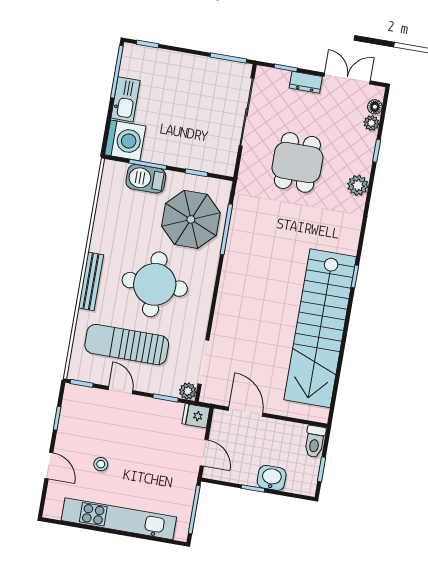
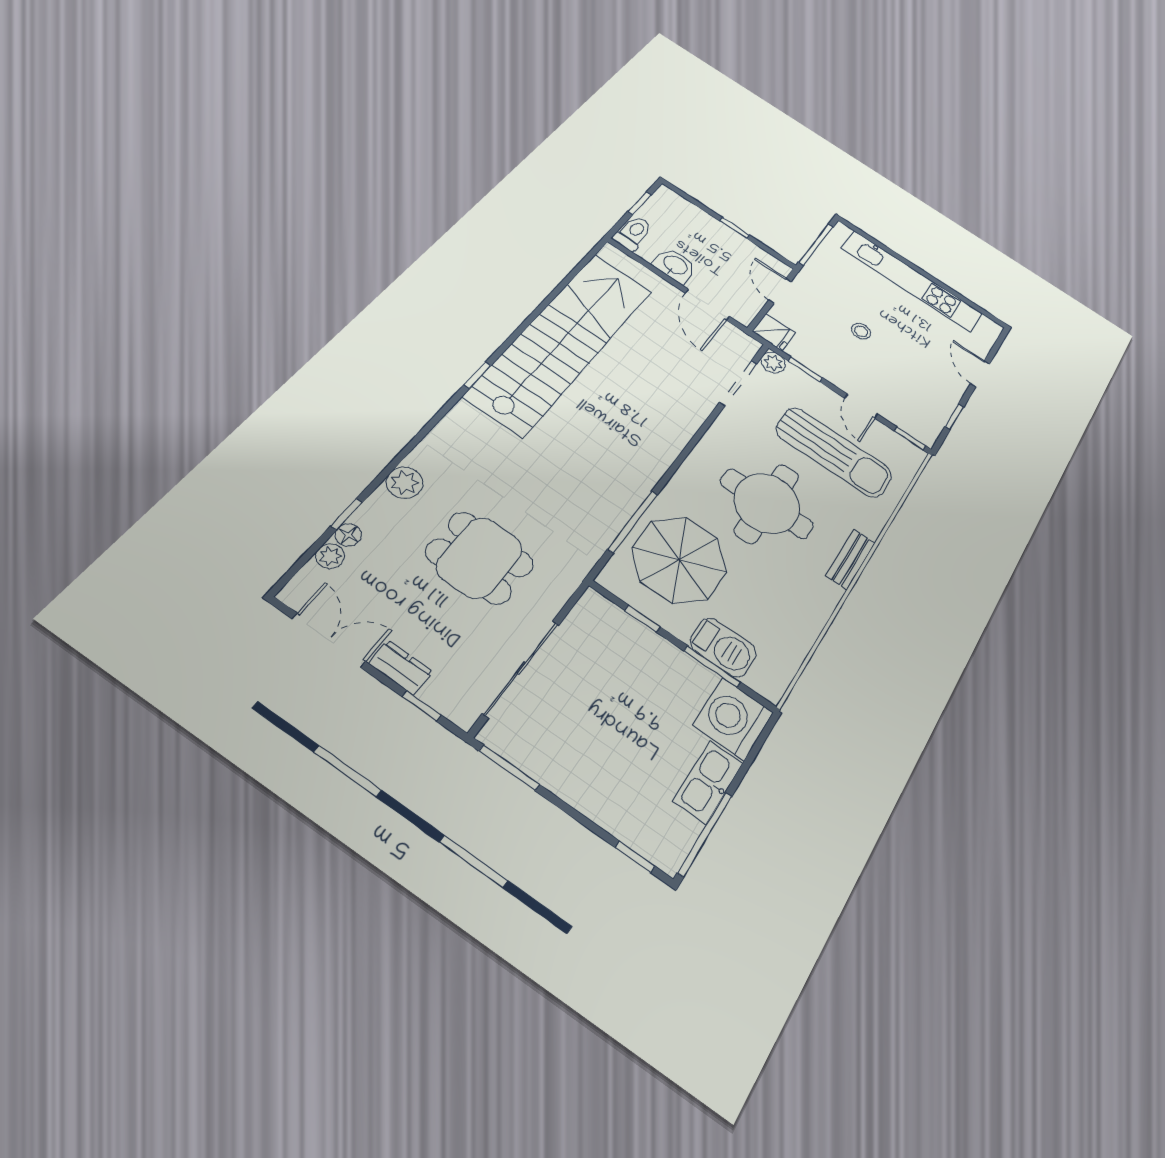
double door: (347, 79) -> (329, 640), swing flipped
floor lamp: (375, 107) -> (348, 535), moved
dining table: (297, 162) -> (480, 558), turned 90
bench: (91, 281) -> (851, 559), width x0.73
stool: (101, 464) -> (861, 331), moved
washbasin: (272, 478) -> (675, 265), moved, turned 180

